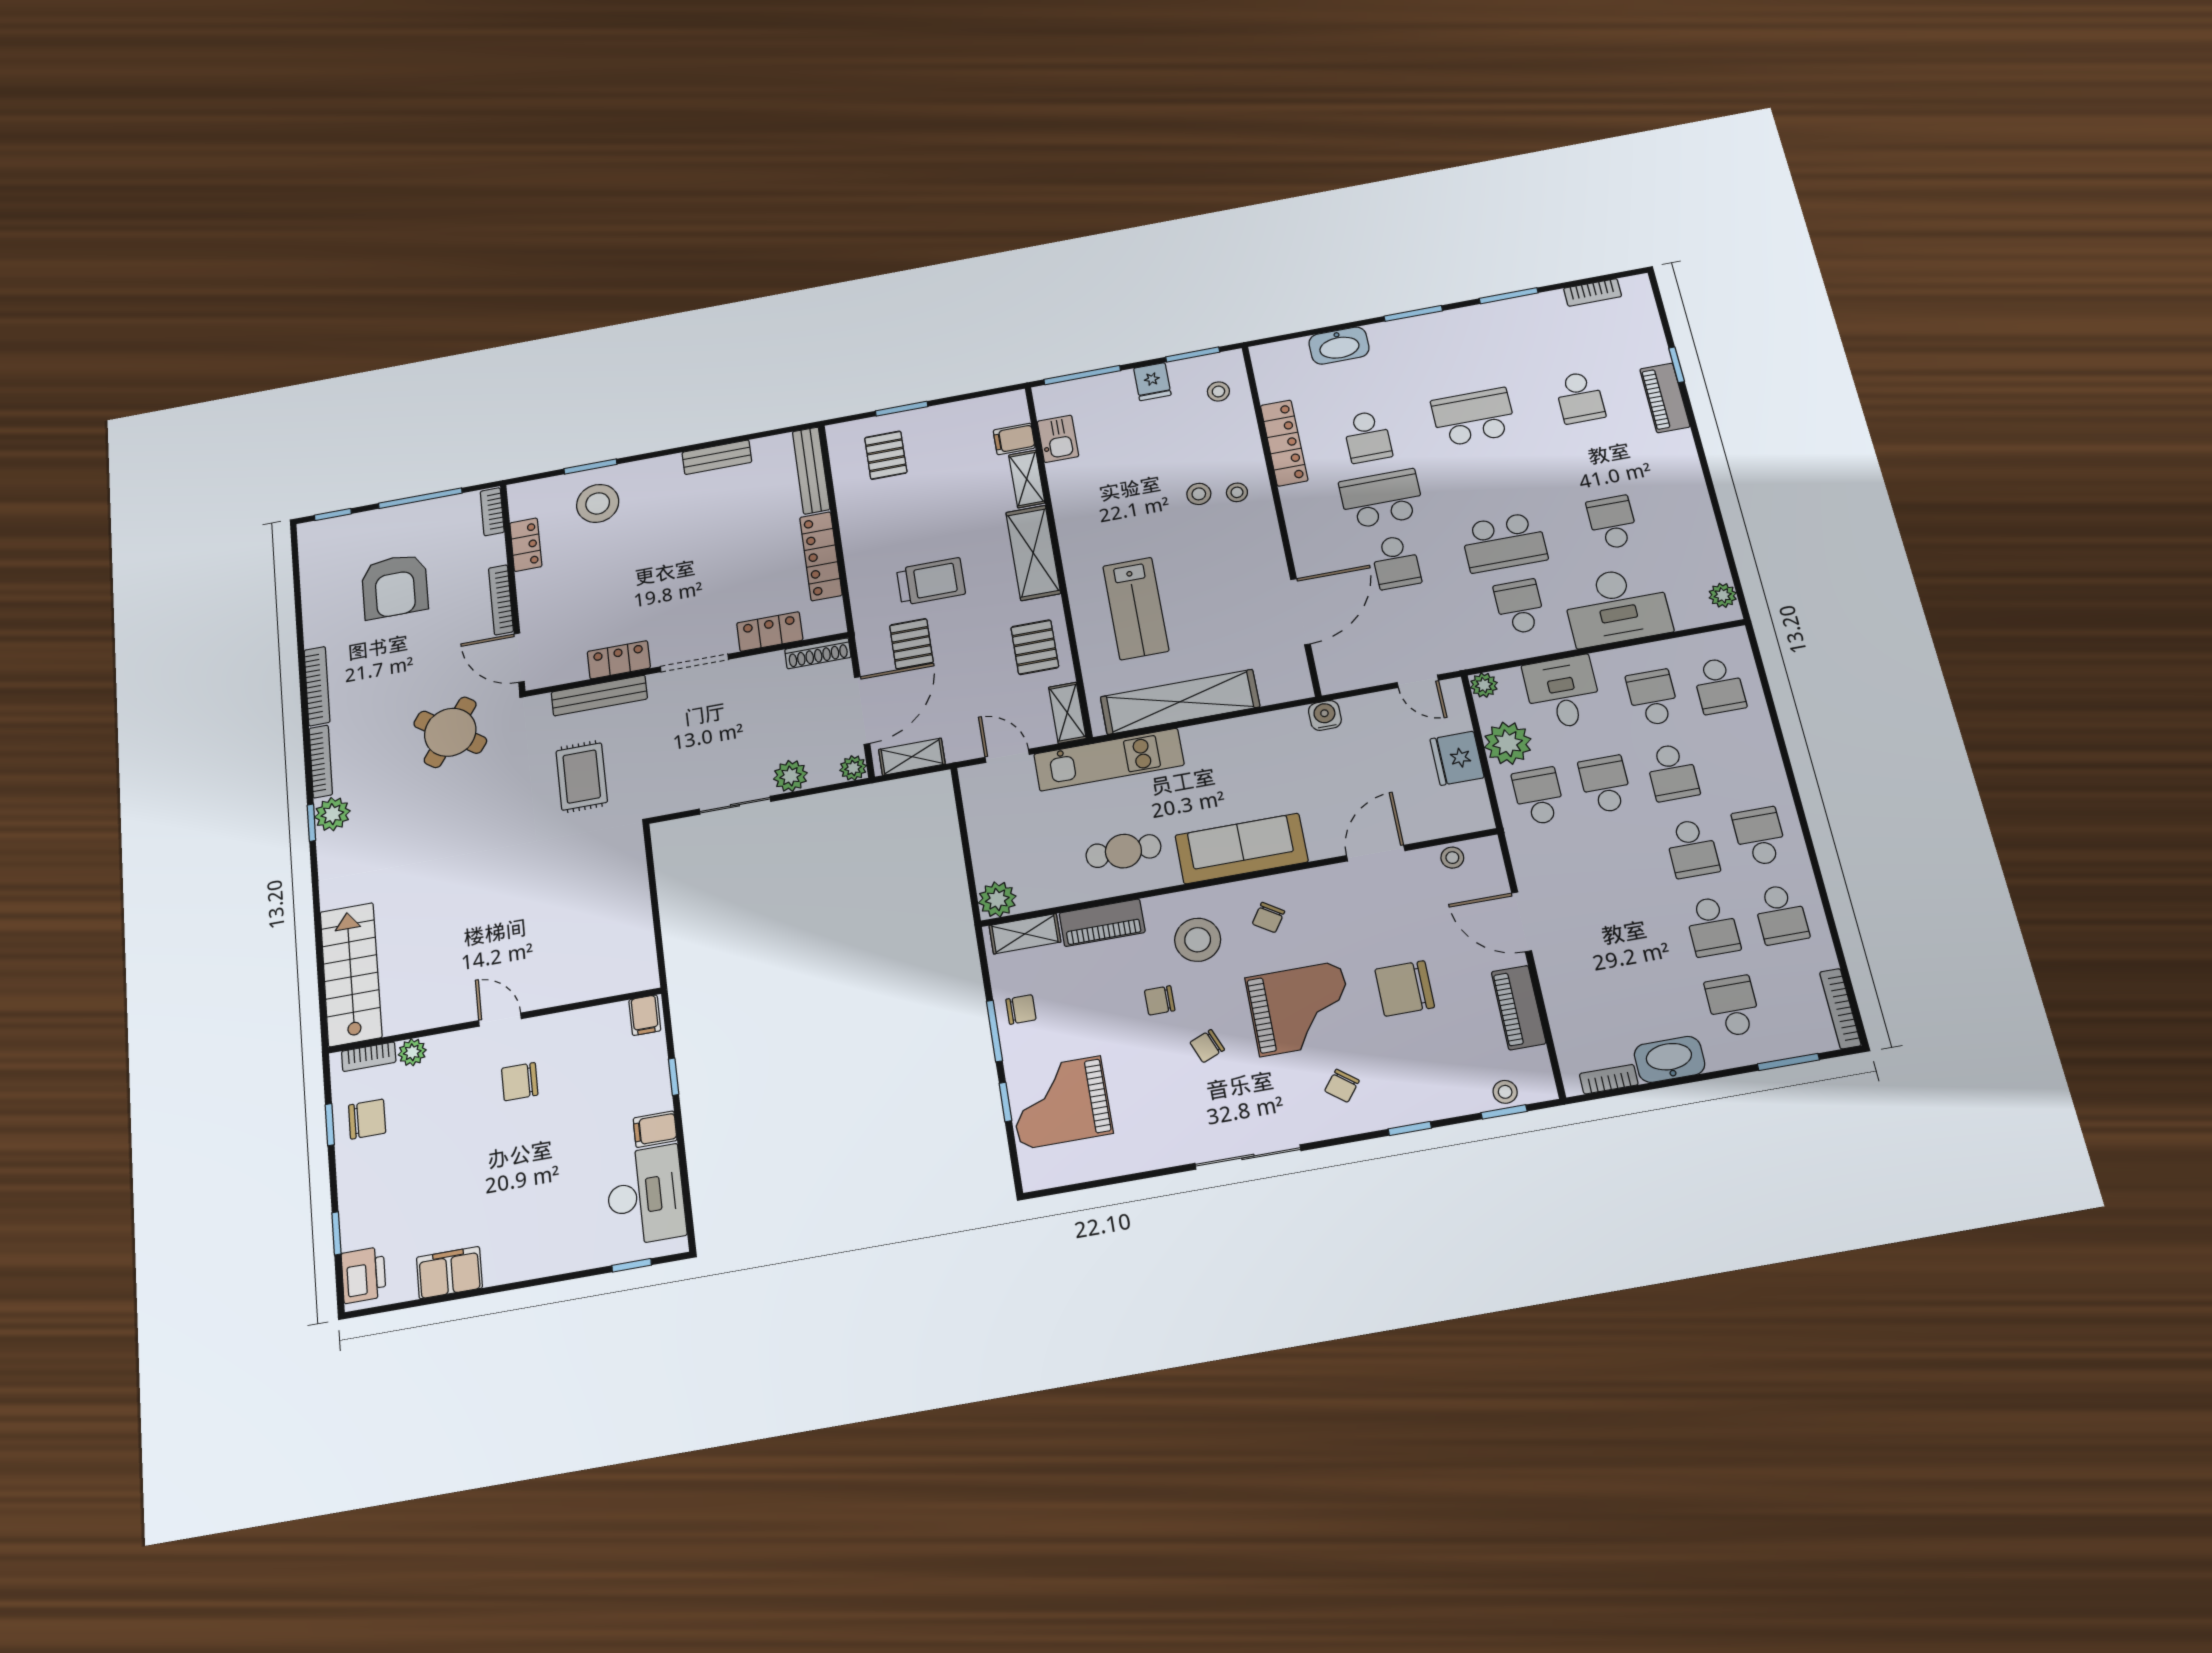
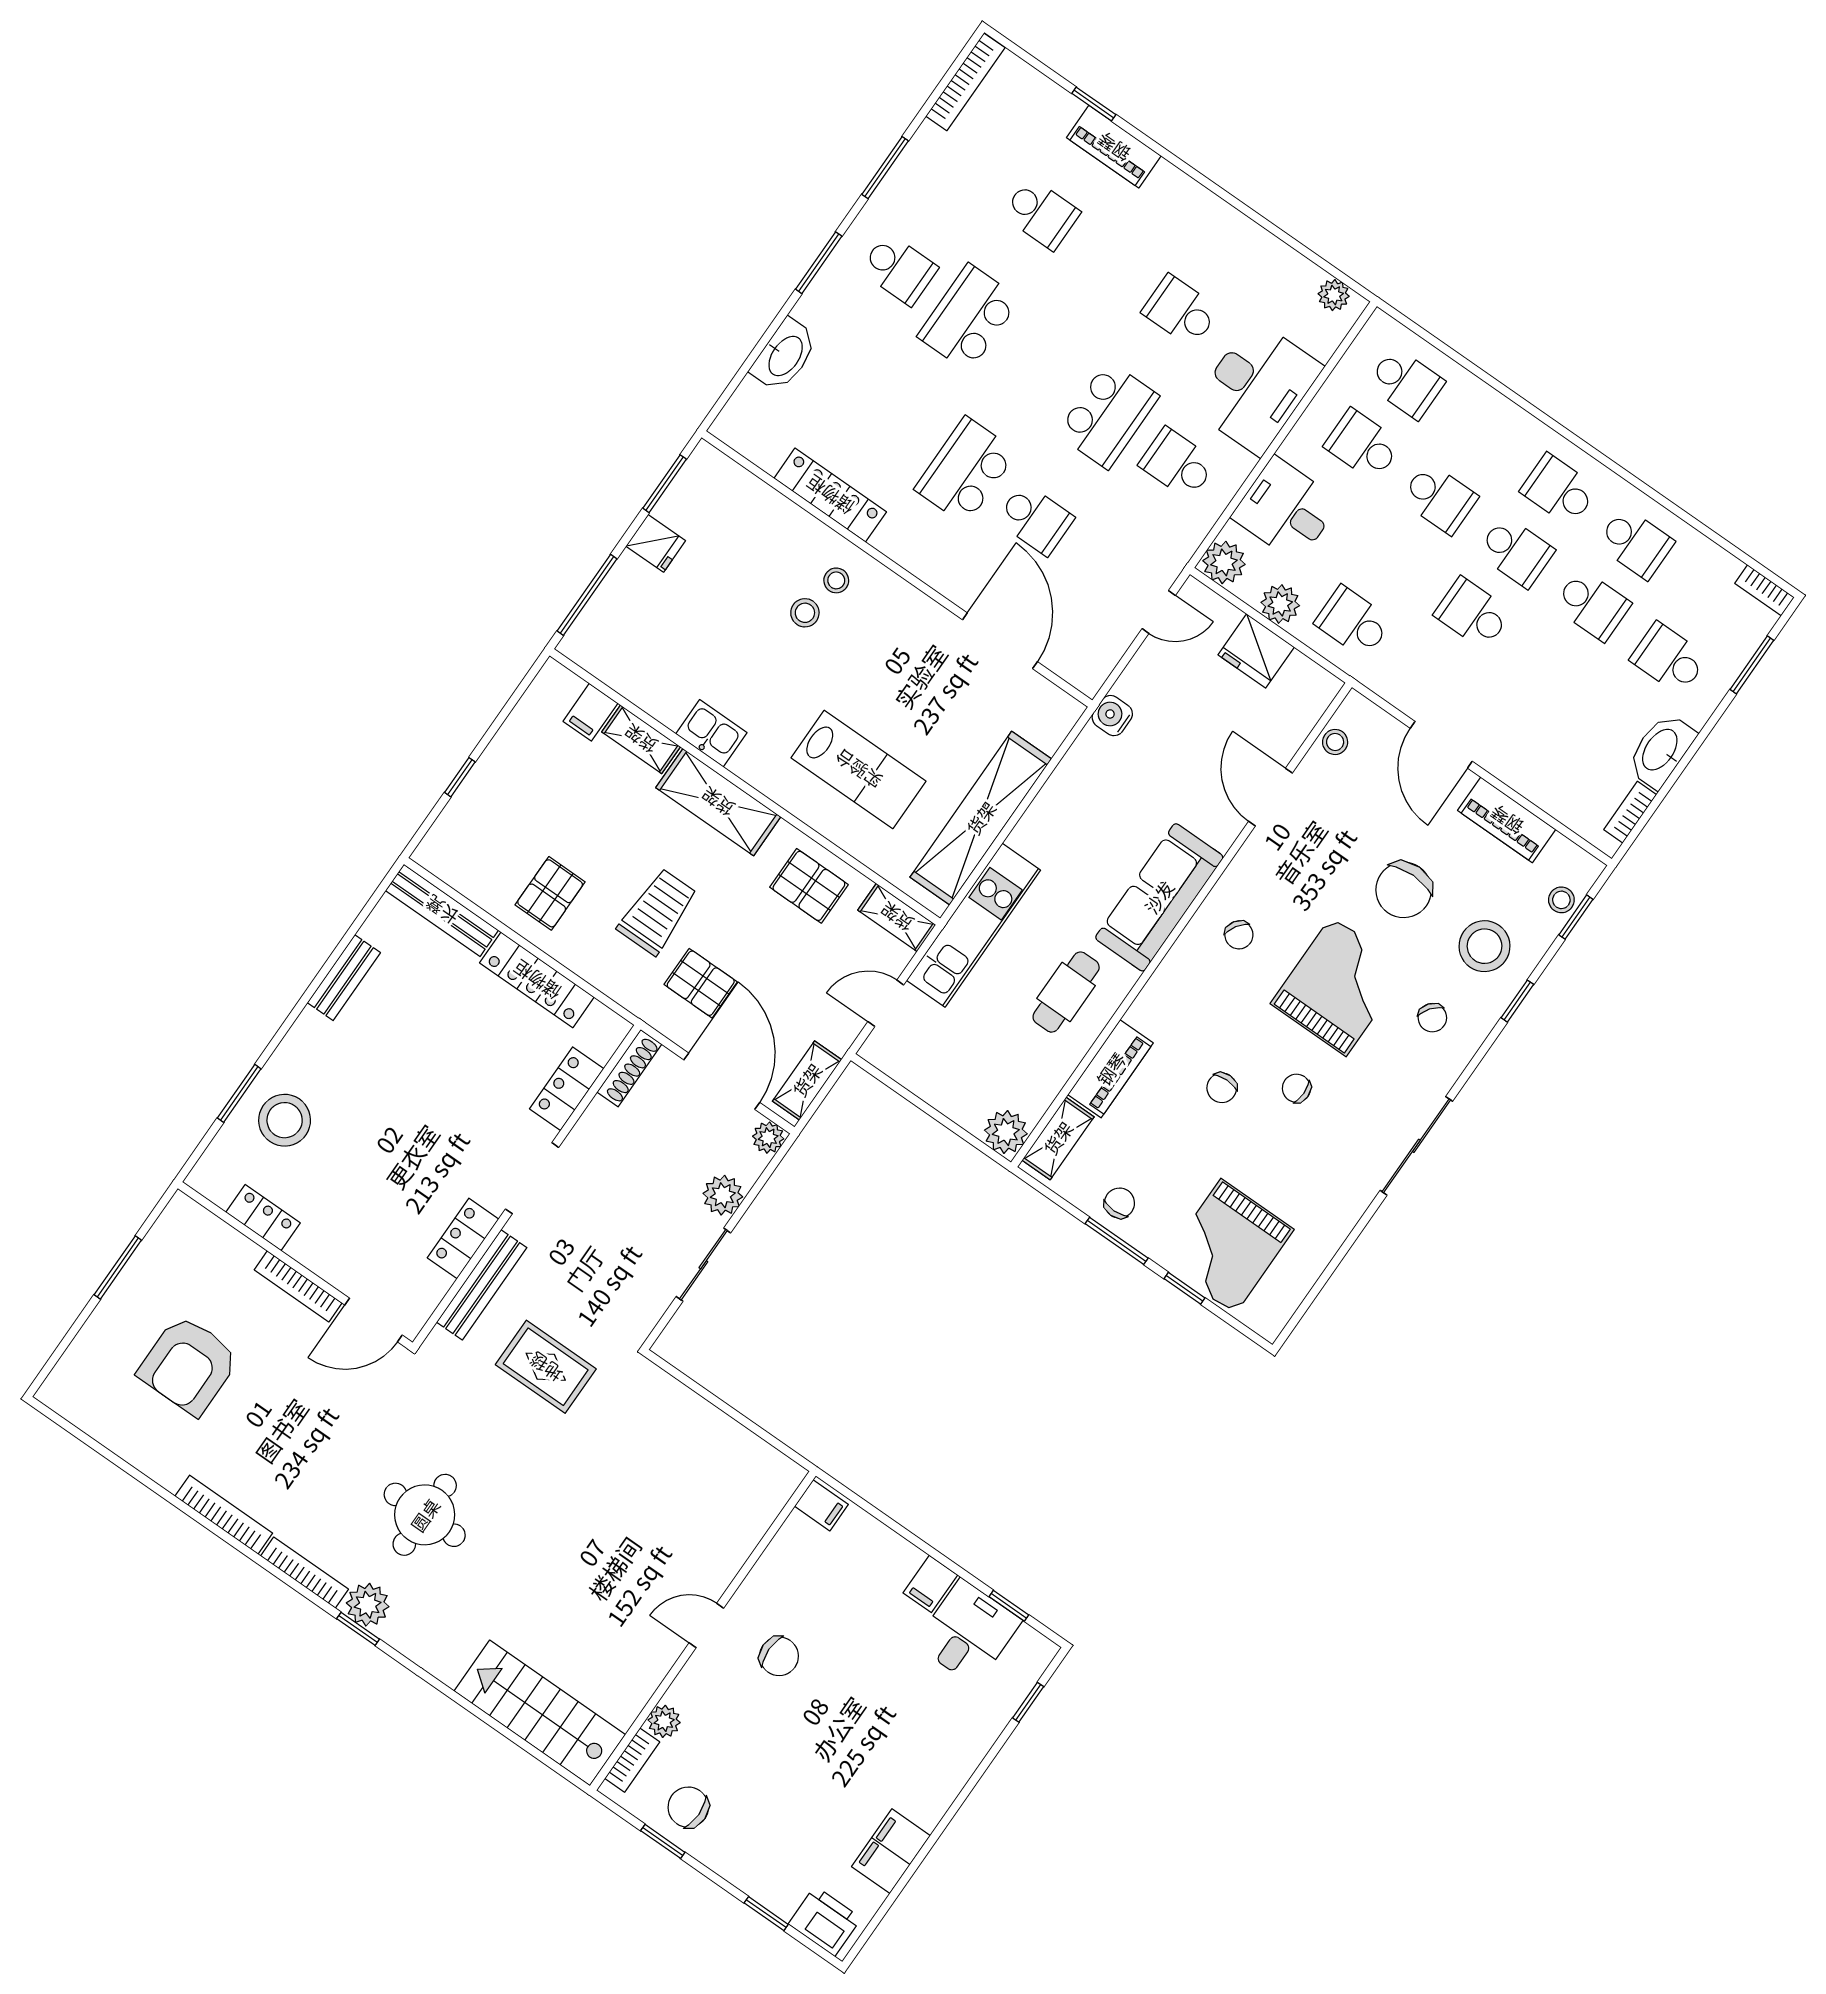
bookcase: (1592, 292) -> (965, 82), width x1.56
stool: (1218, 391) -> (724, 499), removed
window: (902, 409) -> (460, 777), width x0.67
school desk: (1367, 437) -> (899, 269), moved
kitchen sink: (1058, 439) -> (711, 733), moved
pallet: (886, 455) -> (550, 893), moved, turned 90
window: (420, 498) -> (118, 1267), width x0.69
bookcase: (492, 512) -> (198, 1217), removed
window: (333, 514) -> (55, 1357), removed
armchair: (395, 586) -> (189, 1365), turned 90
plant: (1484, 685) -> (1224, 562), width x1.38, depth x1.38
round table: (450, 732) -> (425, 1515), moved, turned -35
plant: (1508, 743) -> (1280, 604), width x0.73, depth x0.73
school desk: (1605, 784) -> (1473, 613), moved
door: (1522, 922) -> (1441, 745), hinge flipped
stool: (1198, 940) -> (1485, 946), moved
bookcase: (1840, 1009) -> (1765, 590), width x0.64
chair: (1207, 1046) -> (1296, 1088), turned 112
window: (674, 1077) -> (1009, 1606), moved
chair: (520, 1082) -> (779, 1656), turned -90
chair: (367, 1119) -> (688, 1807), turned -90
desk: (646, 1195) -> (968, 1632), width x0.73

